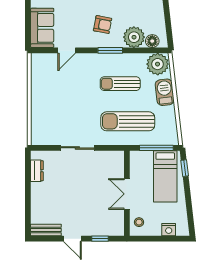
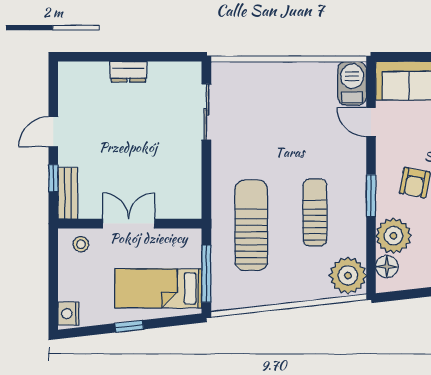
barbecue: (165, 92) -> (352, 83), moved, turned -83
sliding door: (77, 148) -> (206, 112), moved
window: (185, 168) -> (129, 326), moved
dresser: (37, 171) -> (128, 72), moved
bench: (46, 230) -> (68, 193), moved
nightstand: (169, 230) -> (68, 314), moved

